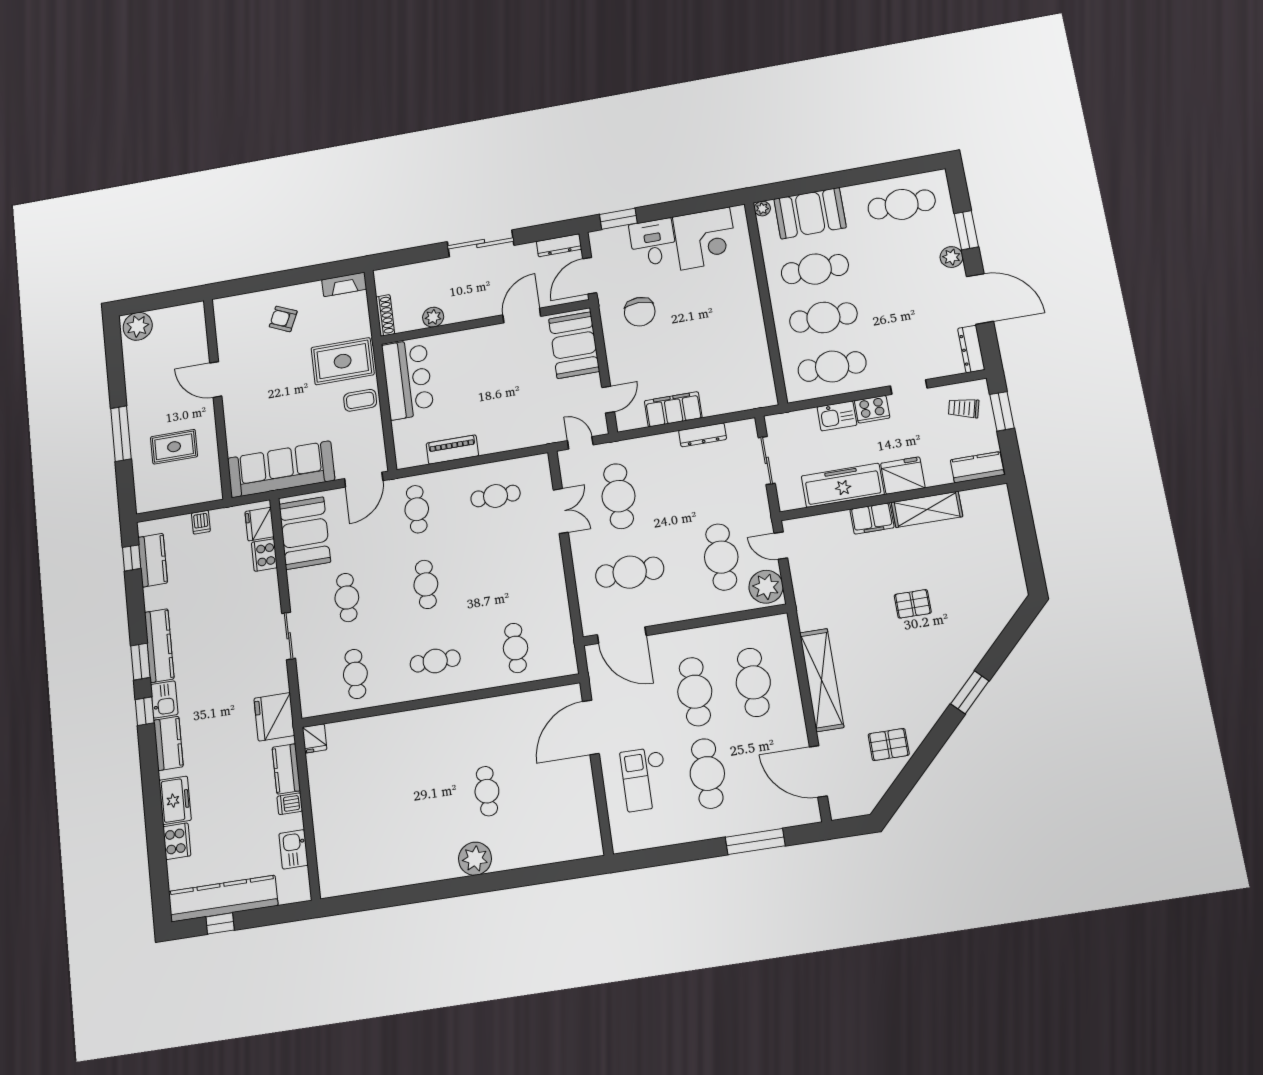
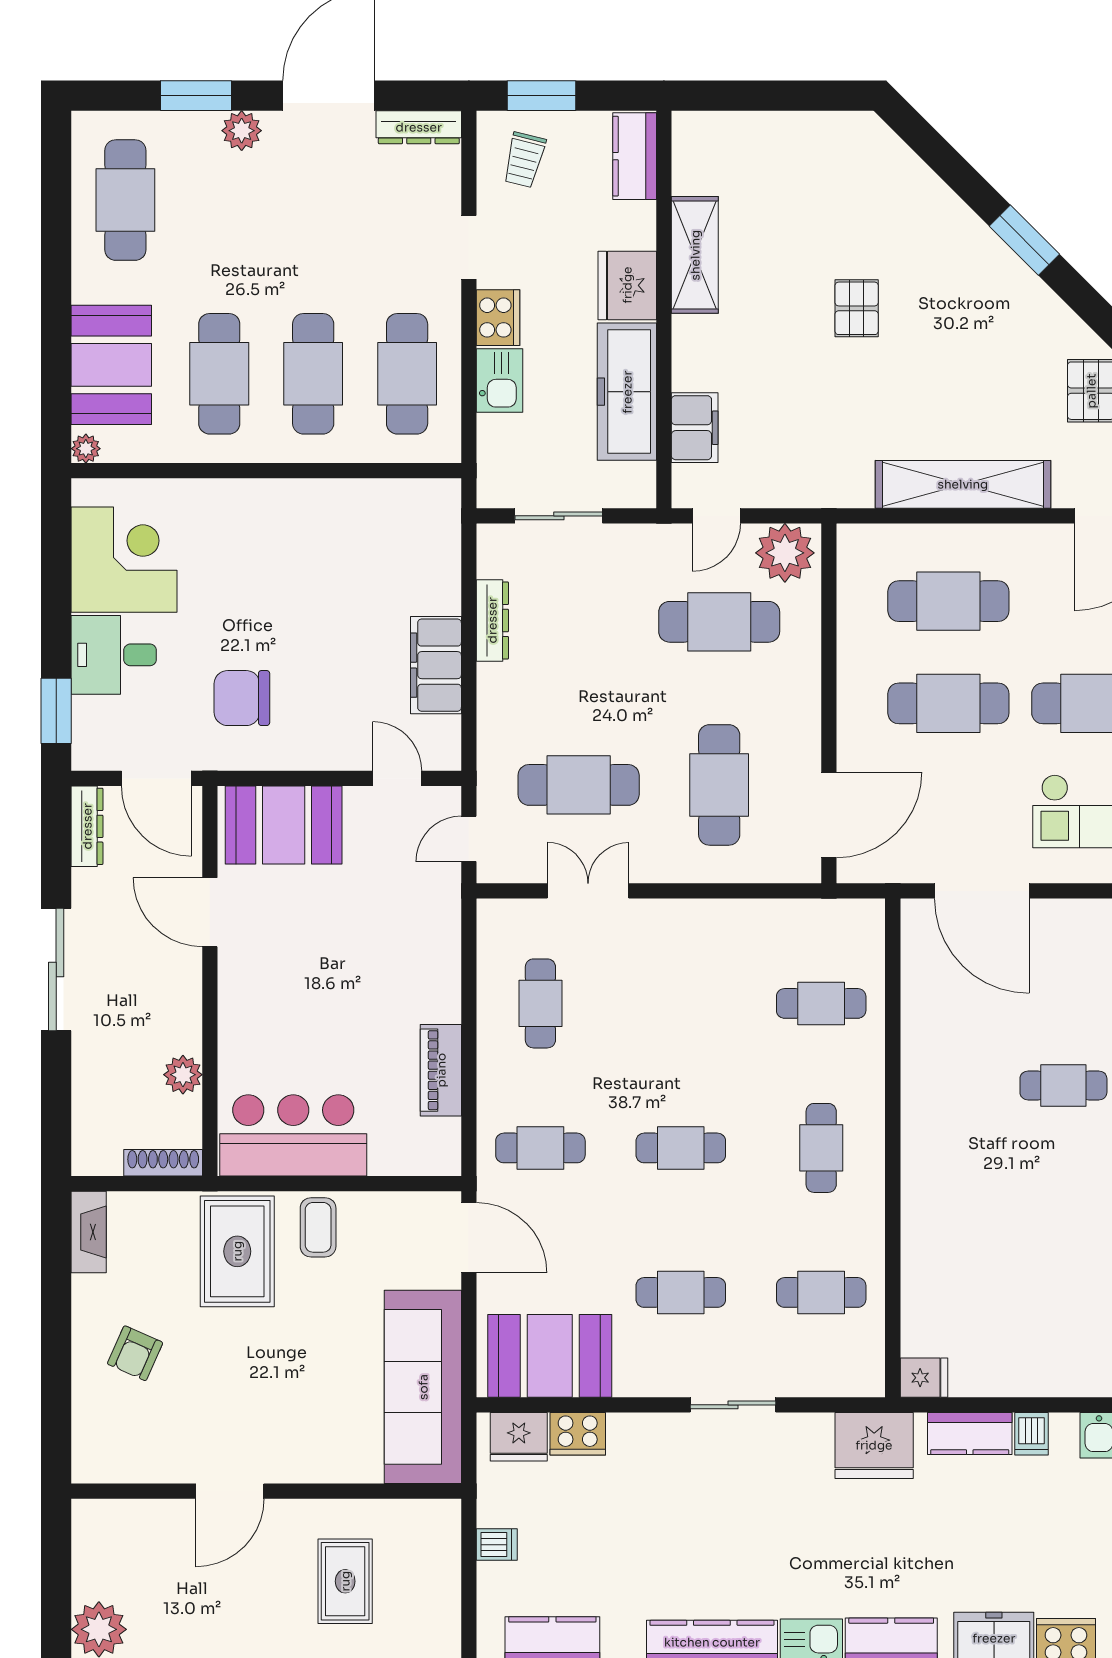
chair: (640, 312) -> (242, 698), turned 180
filing cabinet: (872, 518) -> (695, 428), moved

